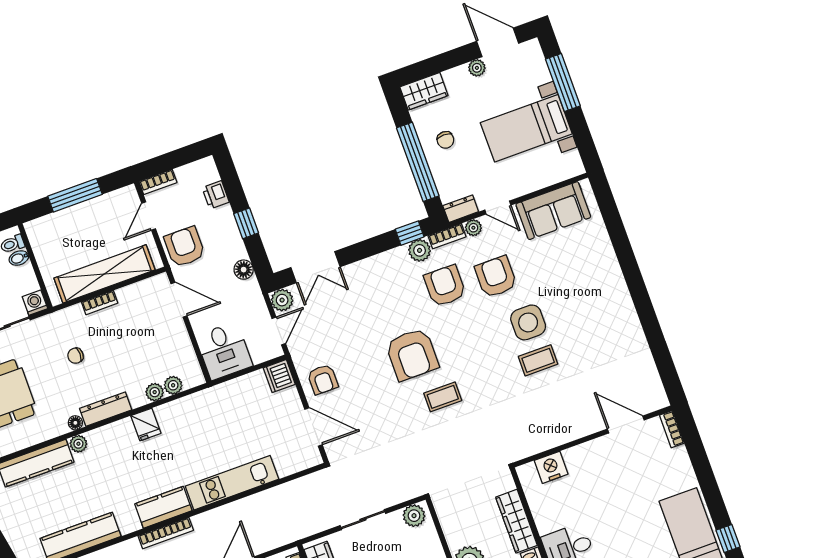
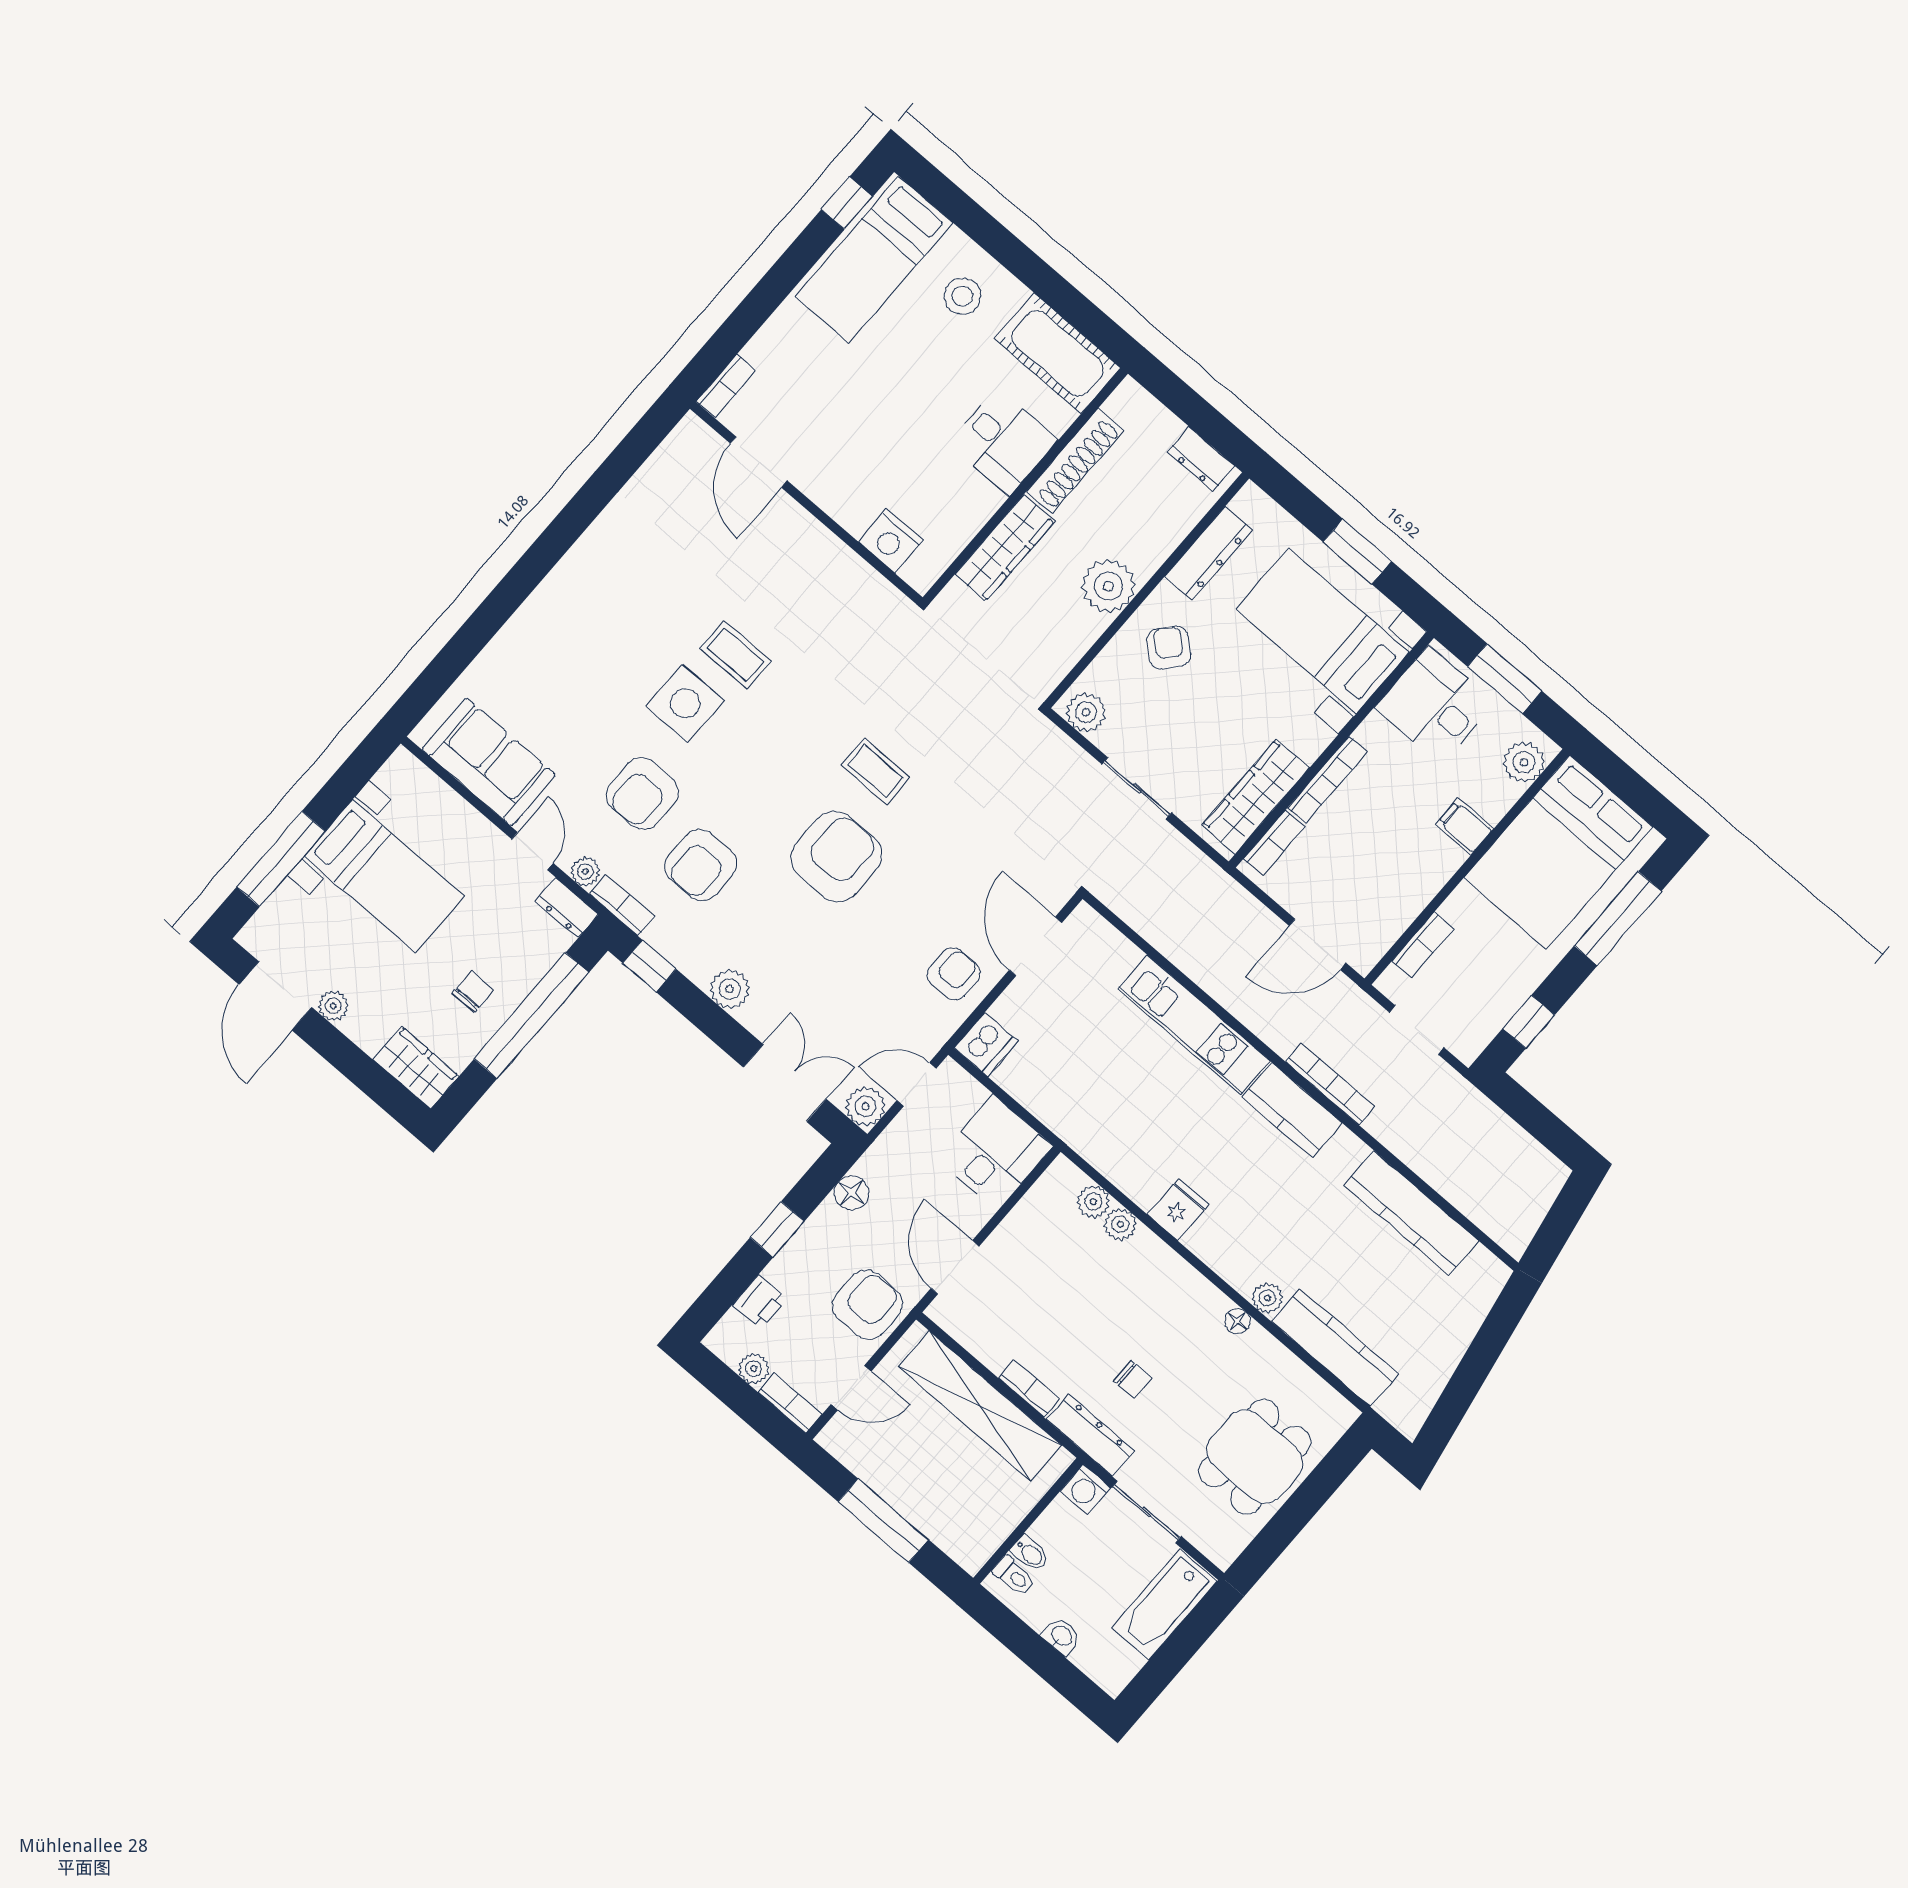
plant: (185, 174) -> (754, 1369), added
armchair: (185, 247) -> (868, 1305), turned 180
plant: (420, 250) -> (730, 989), moved
dresser: (106, 409) -> (1090, 1435), moved, turned 180

